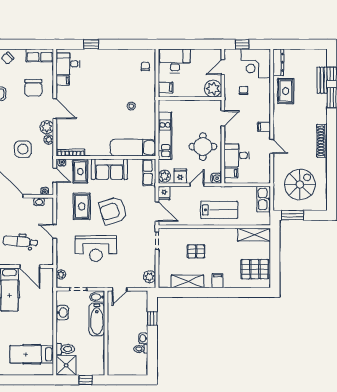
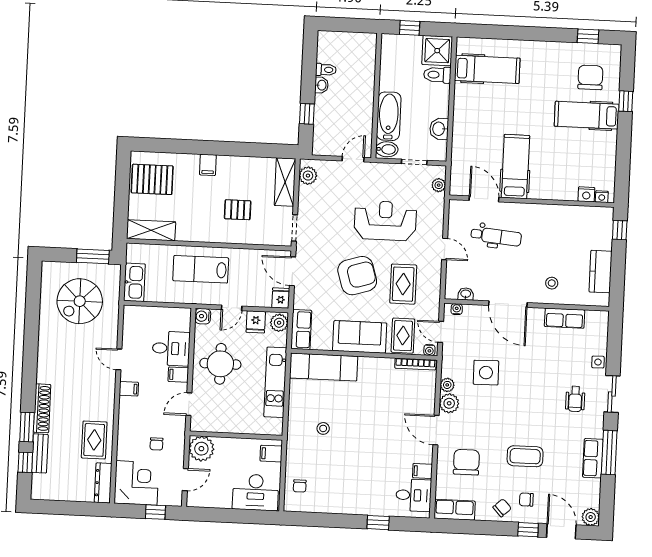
shoe rack: (322, 141) -> (42, 408), moved
filing cabinet: (231, 173) -> (178, 375), moved
shelving: (188, 281) -> (285, 182), moved, turned 90

